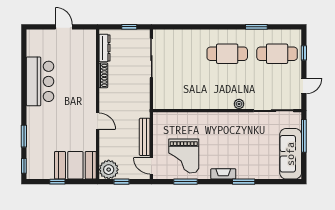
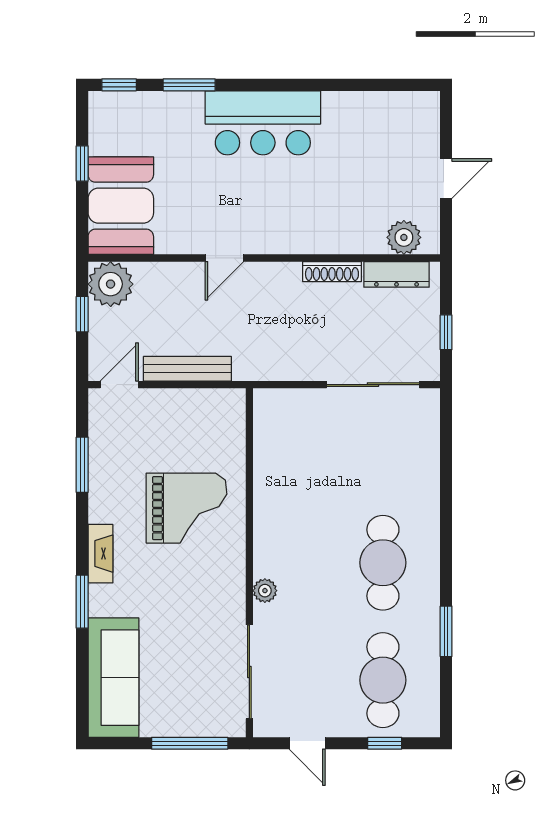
plant: (89, 45) -> (404, 237), added
bar counter: (40, 81) -> (263, 123), moved
sofa: (291, 154) -> (113, 678), moved, turned 90
grand piano: (184, 156) -> (187, 508), moved, turned 180

